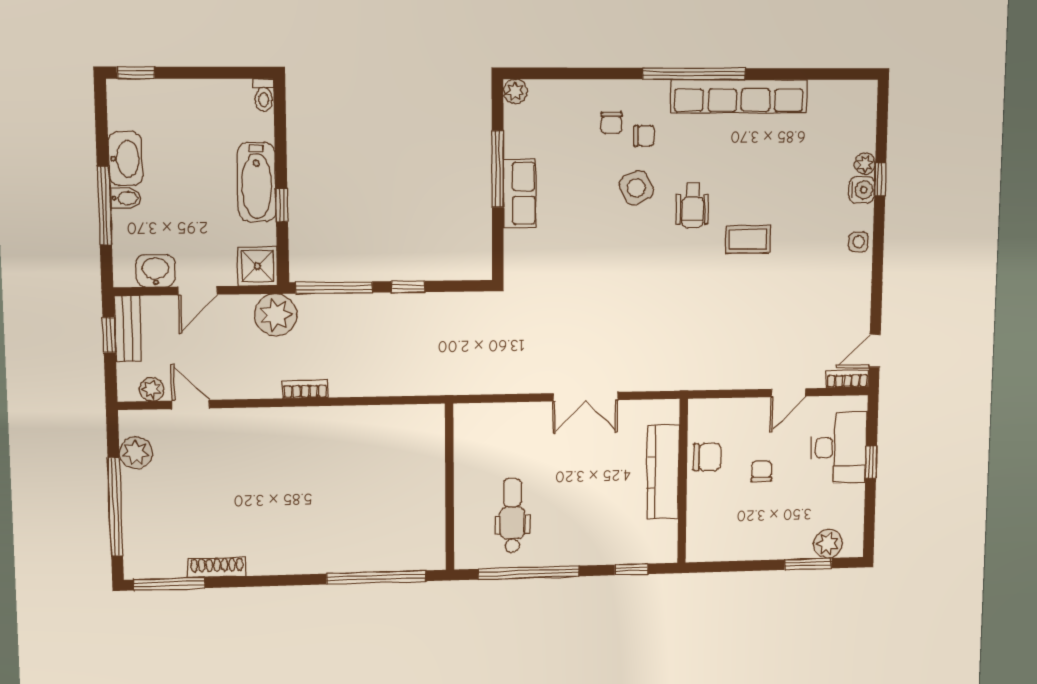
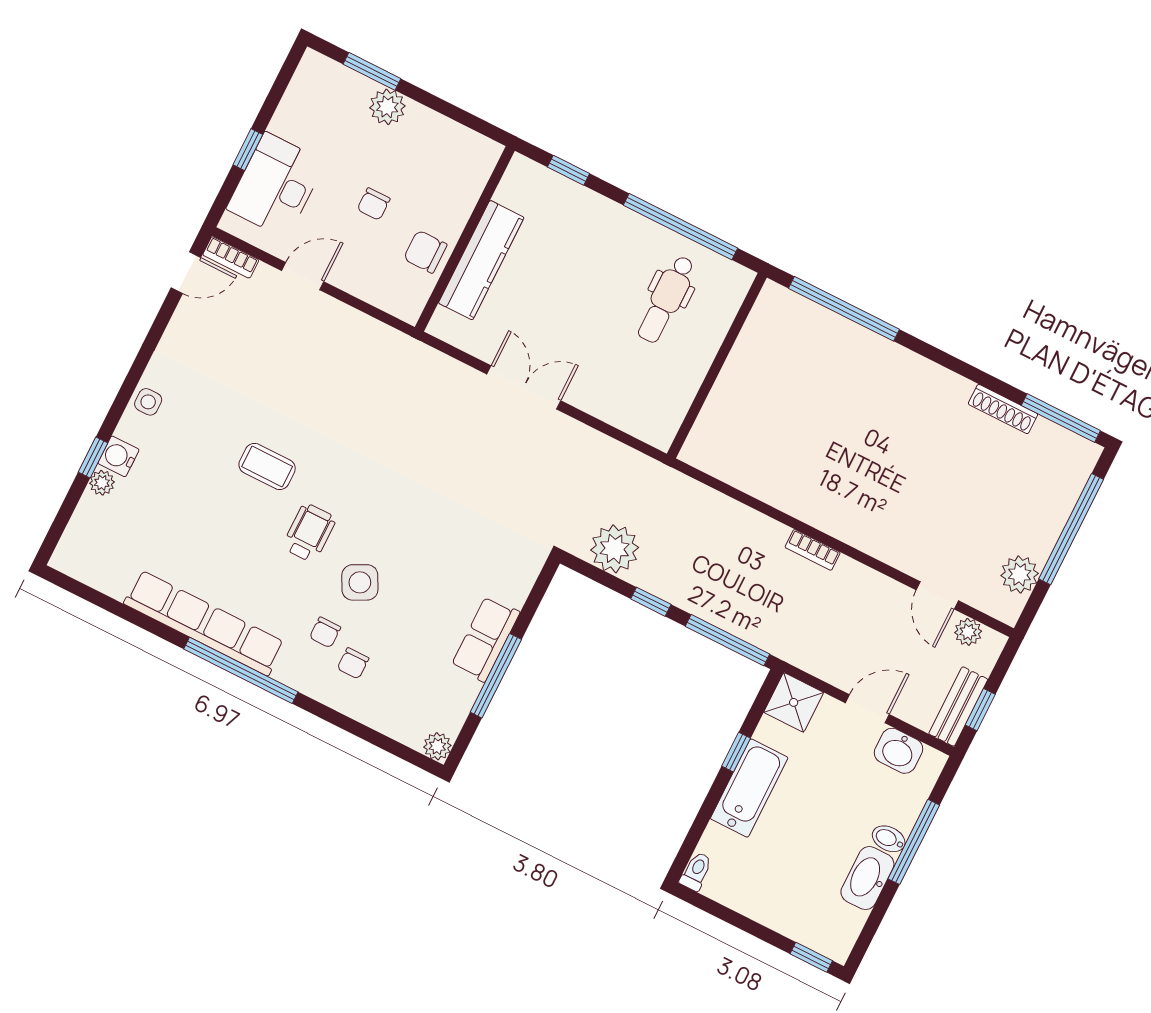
chair: (611, 123) -> (353, 663), turned 180
chair: (644, 136) -> (325, 632), turned -90
plant: (276, 315) -> (615, 549), moved
plant: (828, 544) -> (387, 107), moved

